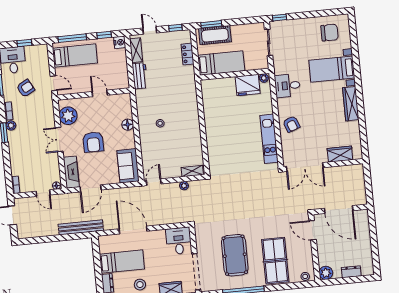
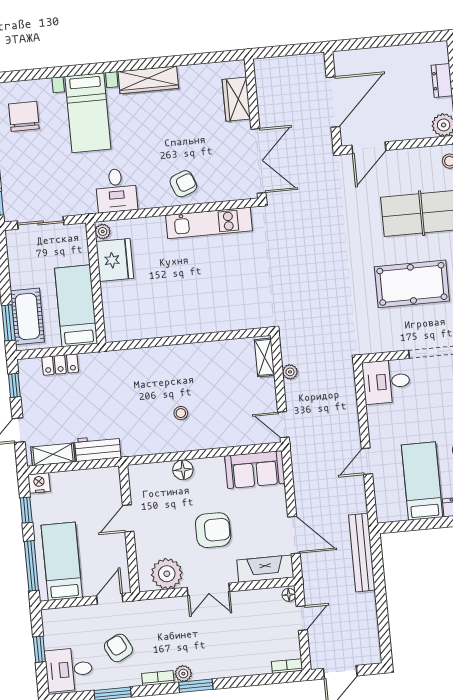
door: (133, 230) -> (367, 461), width x0.53

